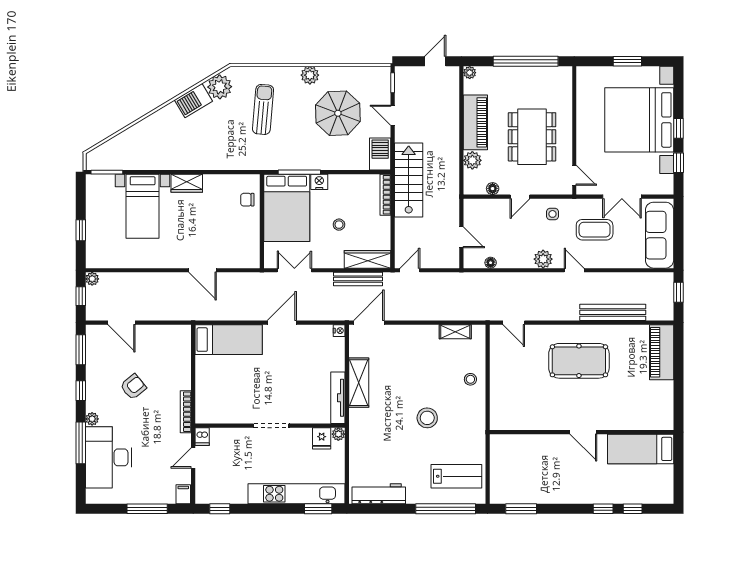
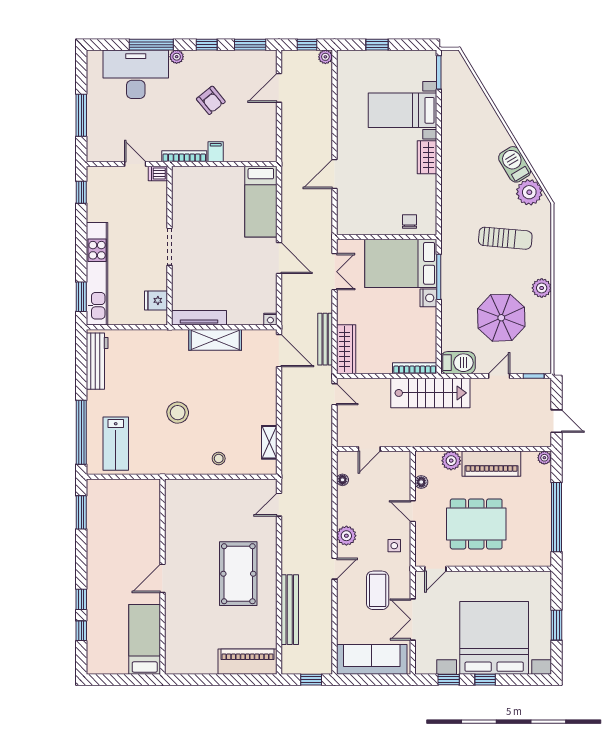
stool: (339, 225) -> (383, 319), removed
plant: (338, 434) -> (161, 318), removed
filing cabinet: (183, 494) -> (216, 152), moved, turned -90

